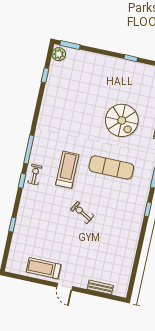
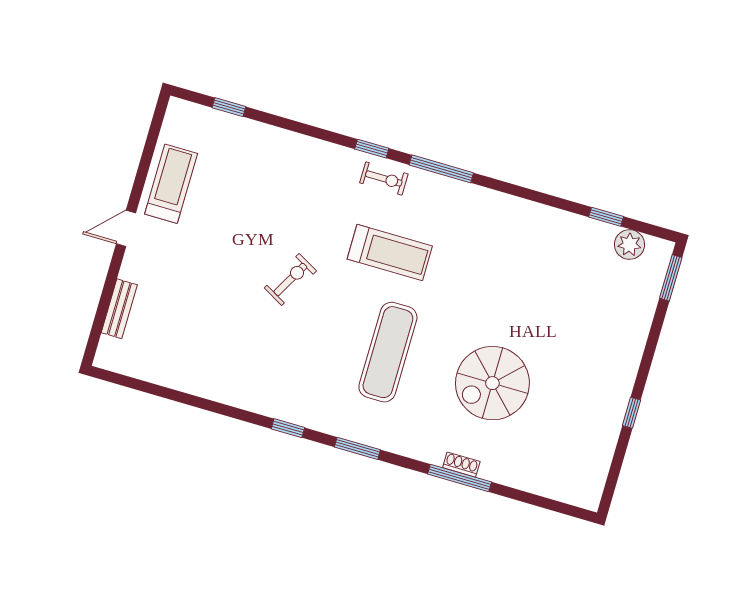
plant: (59, 54) -> (629, 245), moved
window: (12, 225) -> (229, 107), moved

